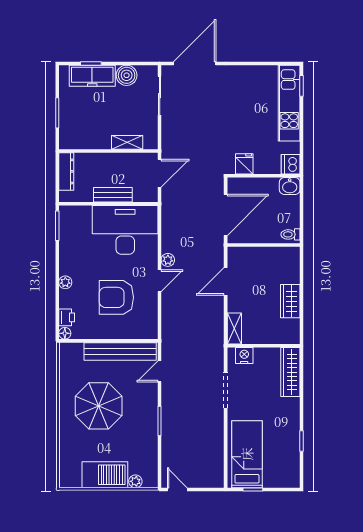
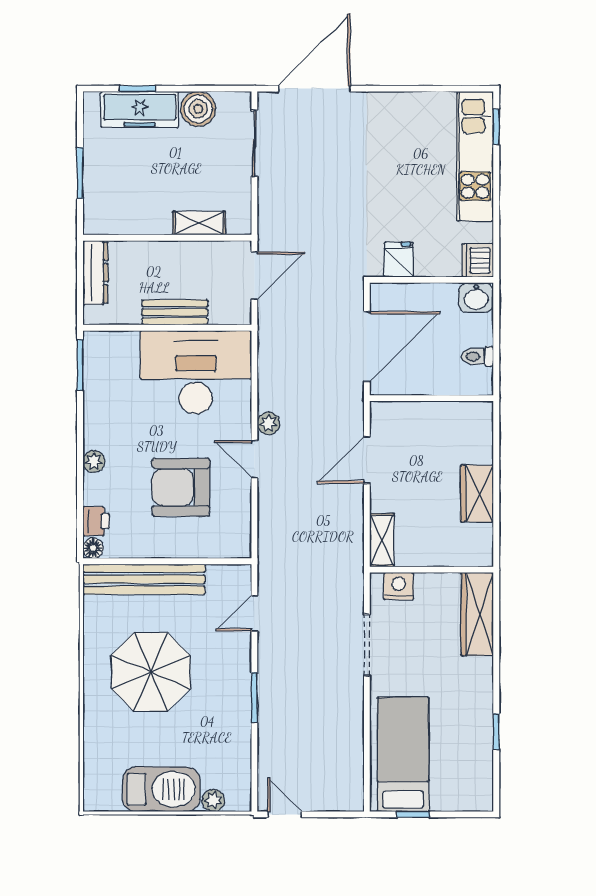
toilet: (291, 234) -> (477, 356), moved
door: (160, 281) -> (254, 459), swing flipped
bench: (120, 351) -> (144, 579), moved

